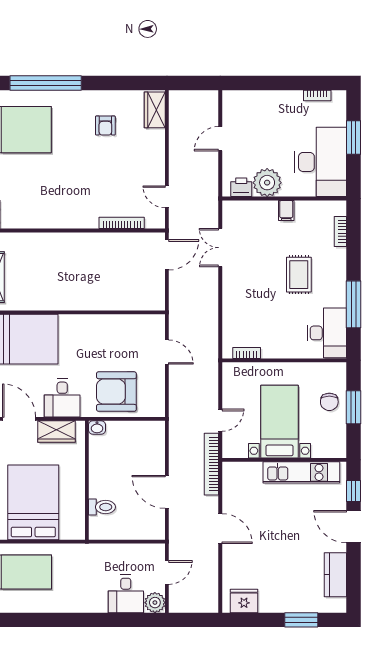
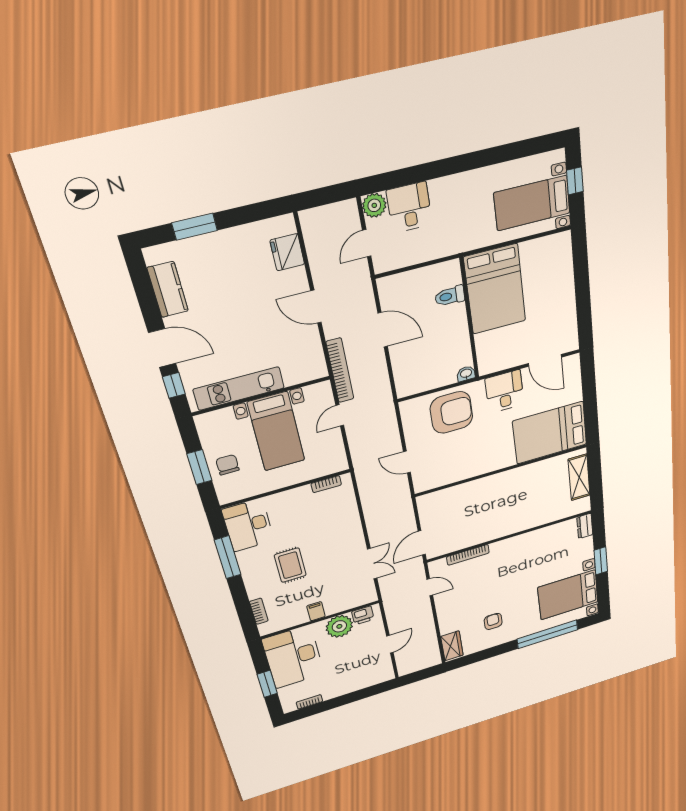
wardrobe: (57, 432) -> (506, 359), removed
bed: (33, 502) -> (495, 289), moved
fridge: (244, 601) -> (287, 252), moved, turned 90

